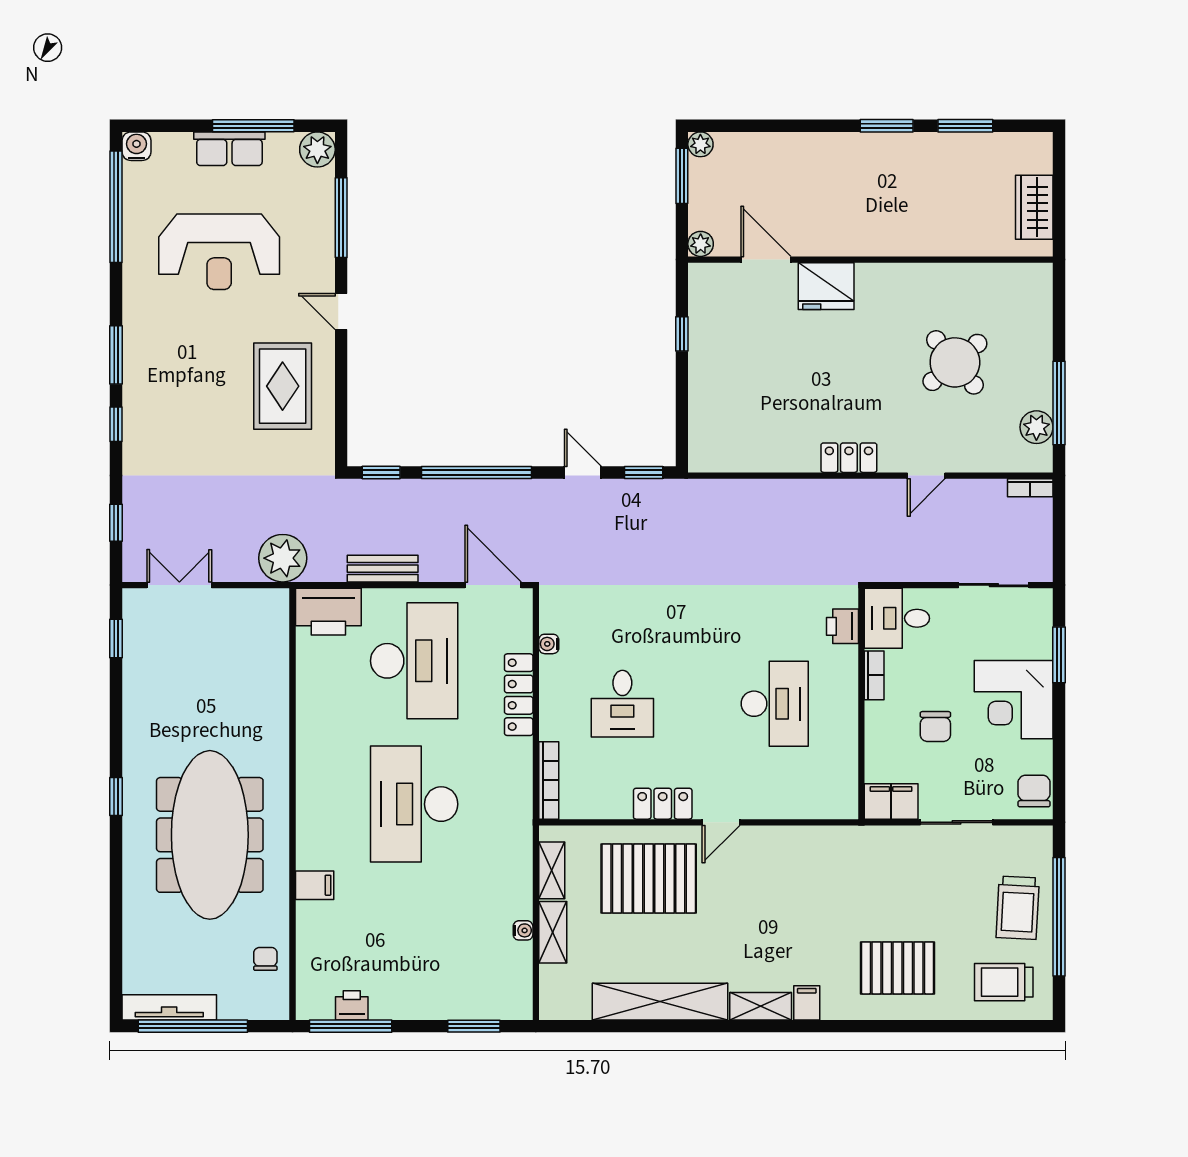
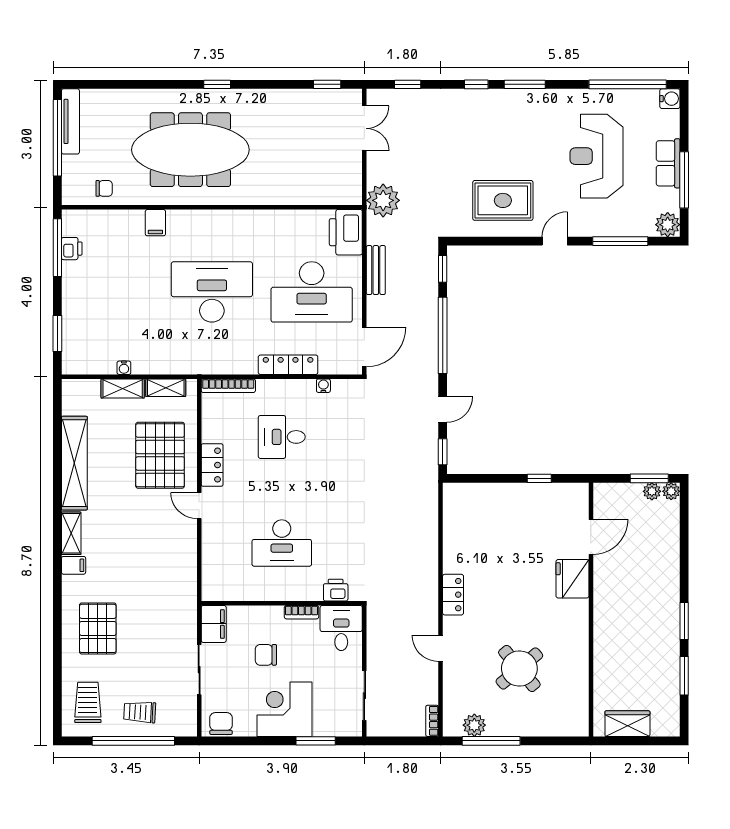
plant: (701, 244) -> (652, 491), moved
chair: (1034, 791) -> (221, 724), turned -90
trolley: (1018, 908) -> (140, 712), width x0.73, depth x0.72

